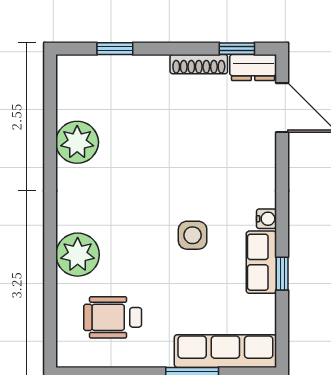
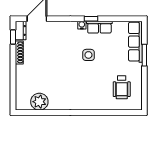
window: (115, 49) -> (13, 86), removed
plant: (77, 142) -> (39, 102), moved
plant: (78, 255) -> (96, 101), removed
window: (282, 274) -> (91, 19), moved

